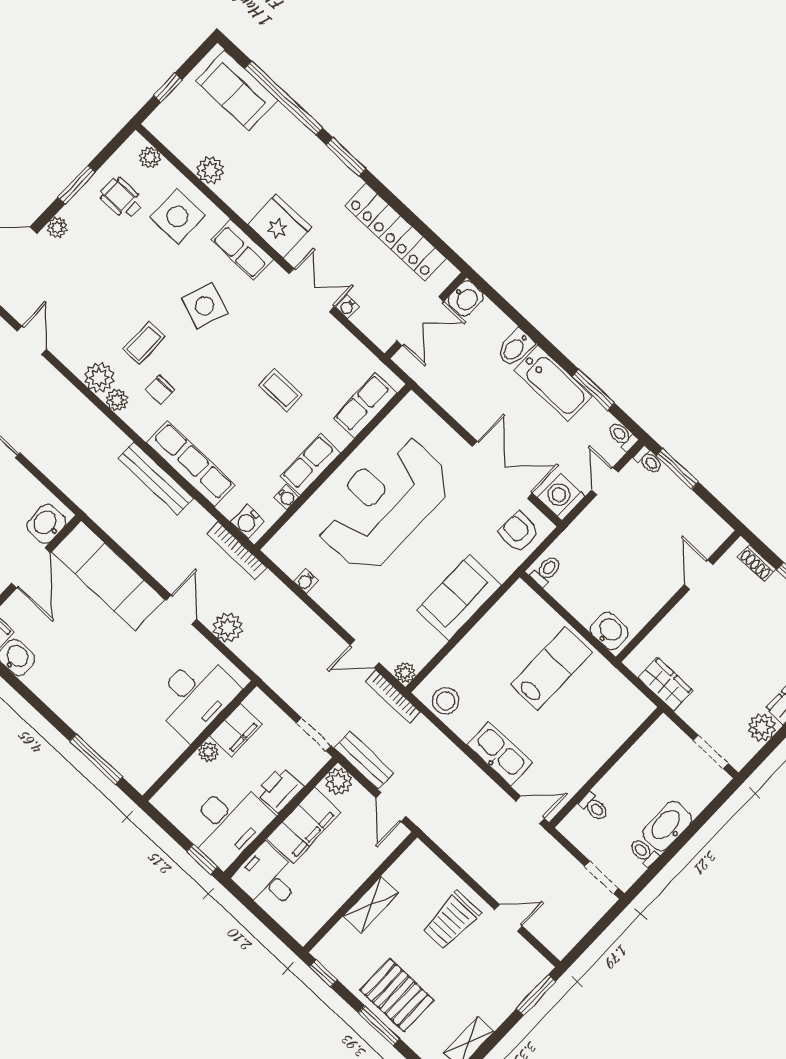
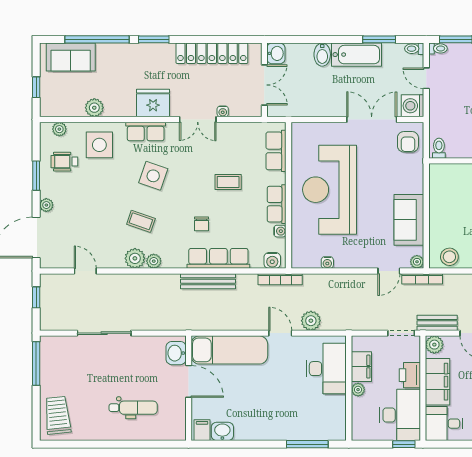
double door: (312, 290) -> (198, 120), swing flipped
coffee table: (144, 343) -> (141, 221), turned -71
chair: (160, 390) -> (201, 224), moved
armchair: (519, 532) -> (408, 142), turned -92
sofa: (459, 598) -> (409, 220), moved

